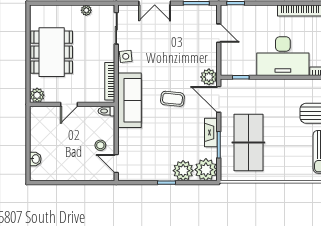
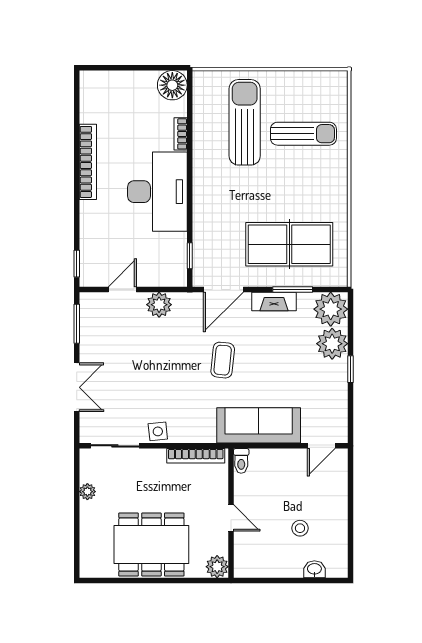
plant: (209, 77) -> (159, 305), moved
sofa: (130, 100) -> (259, 425), moved
stool: (100, 145) -> (300, 528), moved

